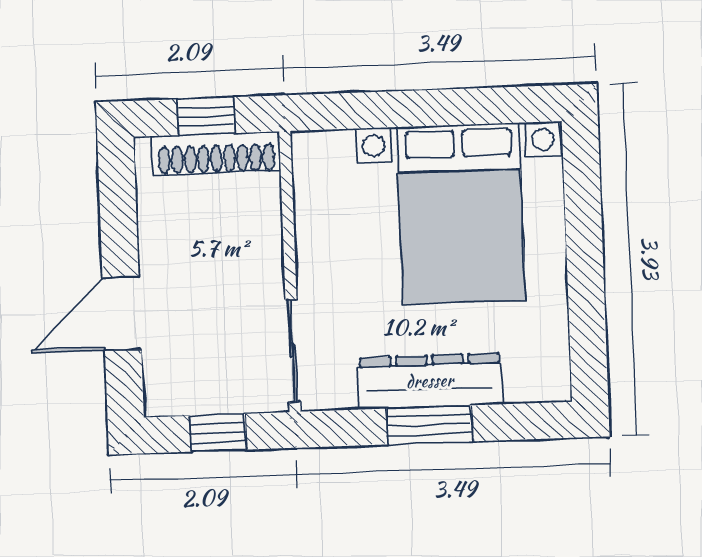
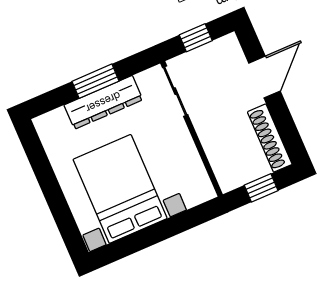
shoe rack: (216, 153) -> (270, 138), moved, turned -90

